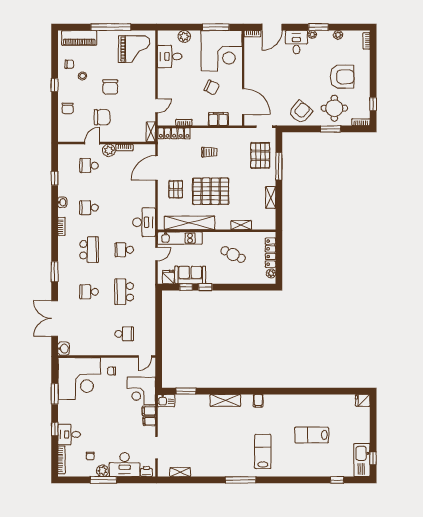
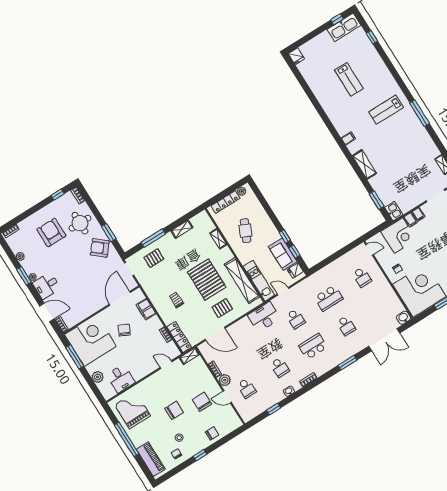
window: (331, 129) -> (109, 233), moved
pallet: (260, 155) -> (154, 258), width x0.67, depth x0.71
school desk: (124, 334) -> (362, 277), turned 180

